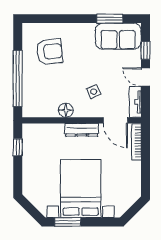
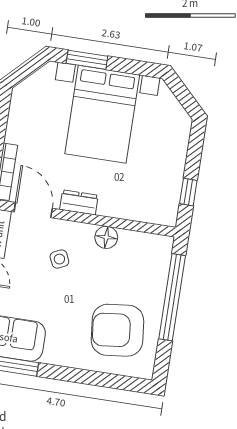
armchair: (49, 52) -> (117, 330), width x1.36, depth x1.36
dresser: (82, 130) -> (79, 202), width x0.70
window: (68, 222) -> (87, 60), moved

